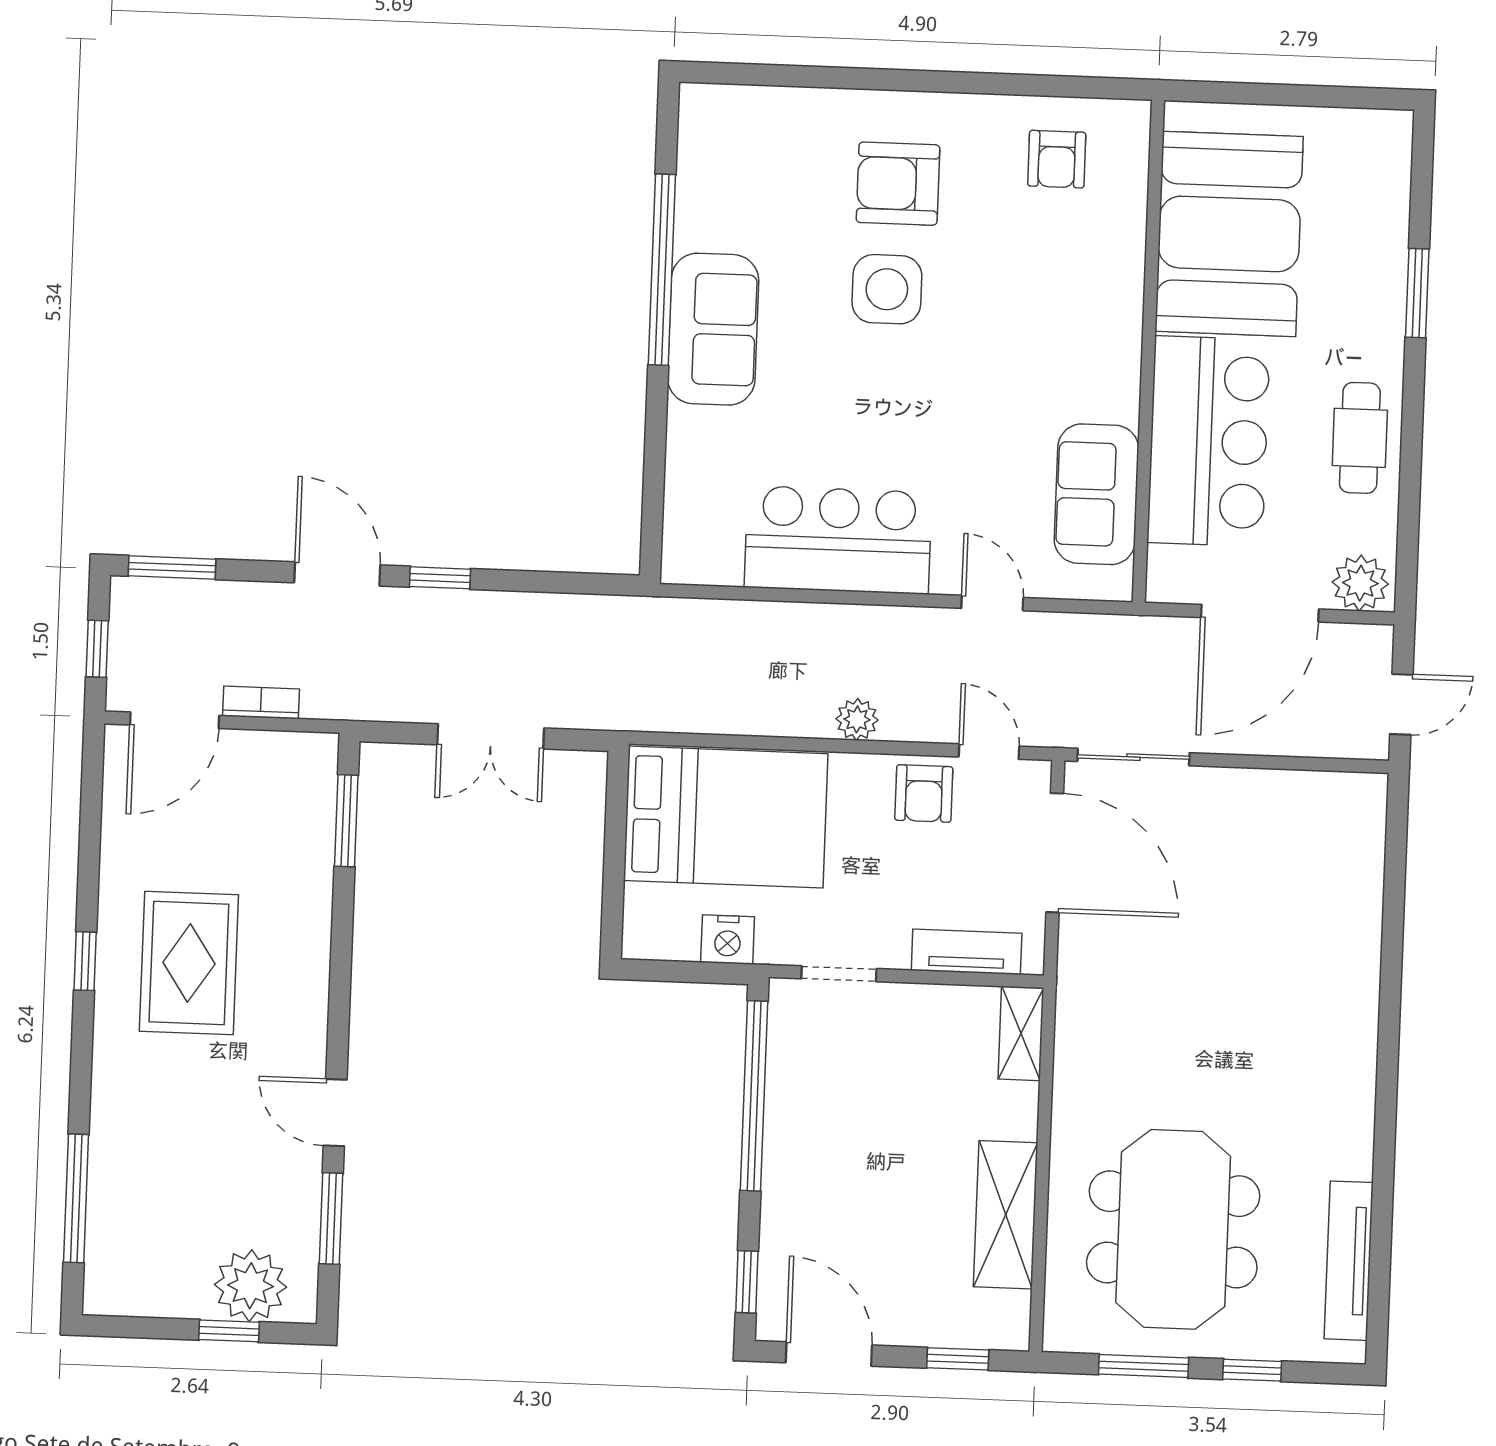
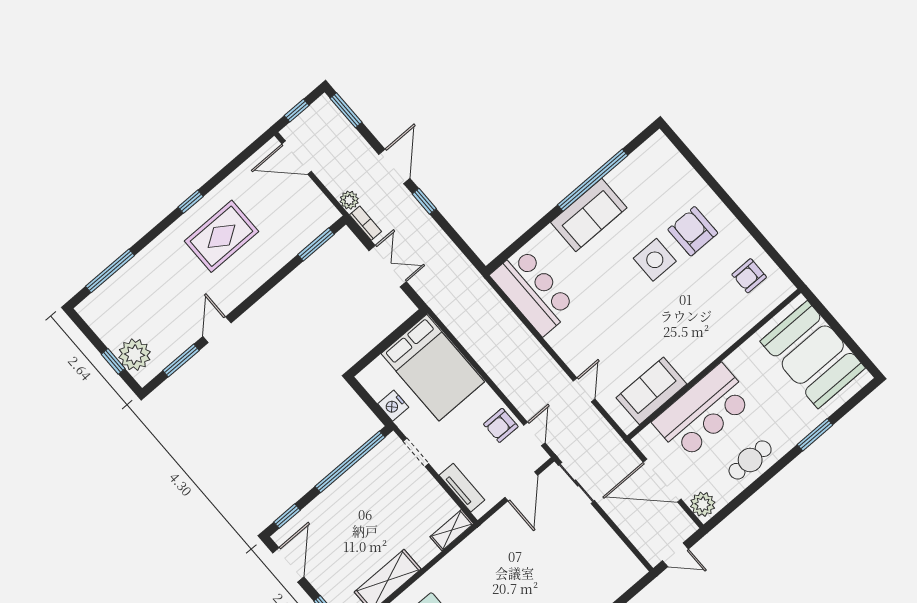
booth: (1229, 234) -> (813, 355), moved, turned 90
bar counter: (838, 540) -> (533, 291), moved
bookcase: (261, 702) -> (365, 223), moved
plant: (857, 719) -> (349, 200), moved
double door: (491, 736) -> (388, 266), swing flipped
door: (1055, 853) -> (521, 486), width x0.73

